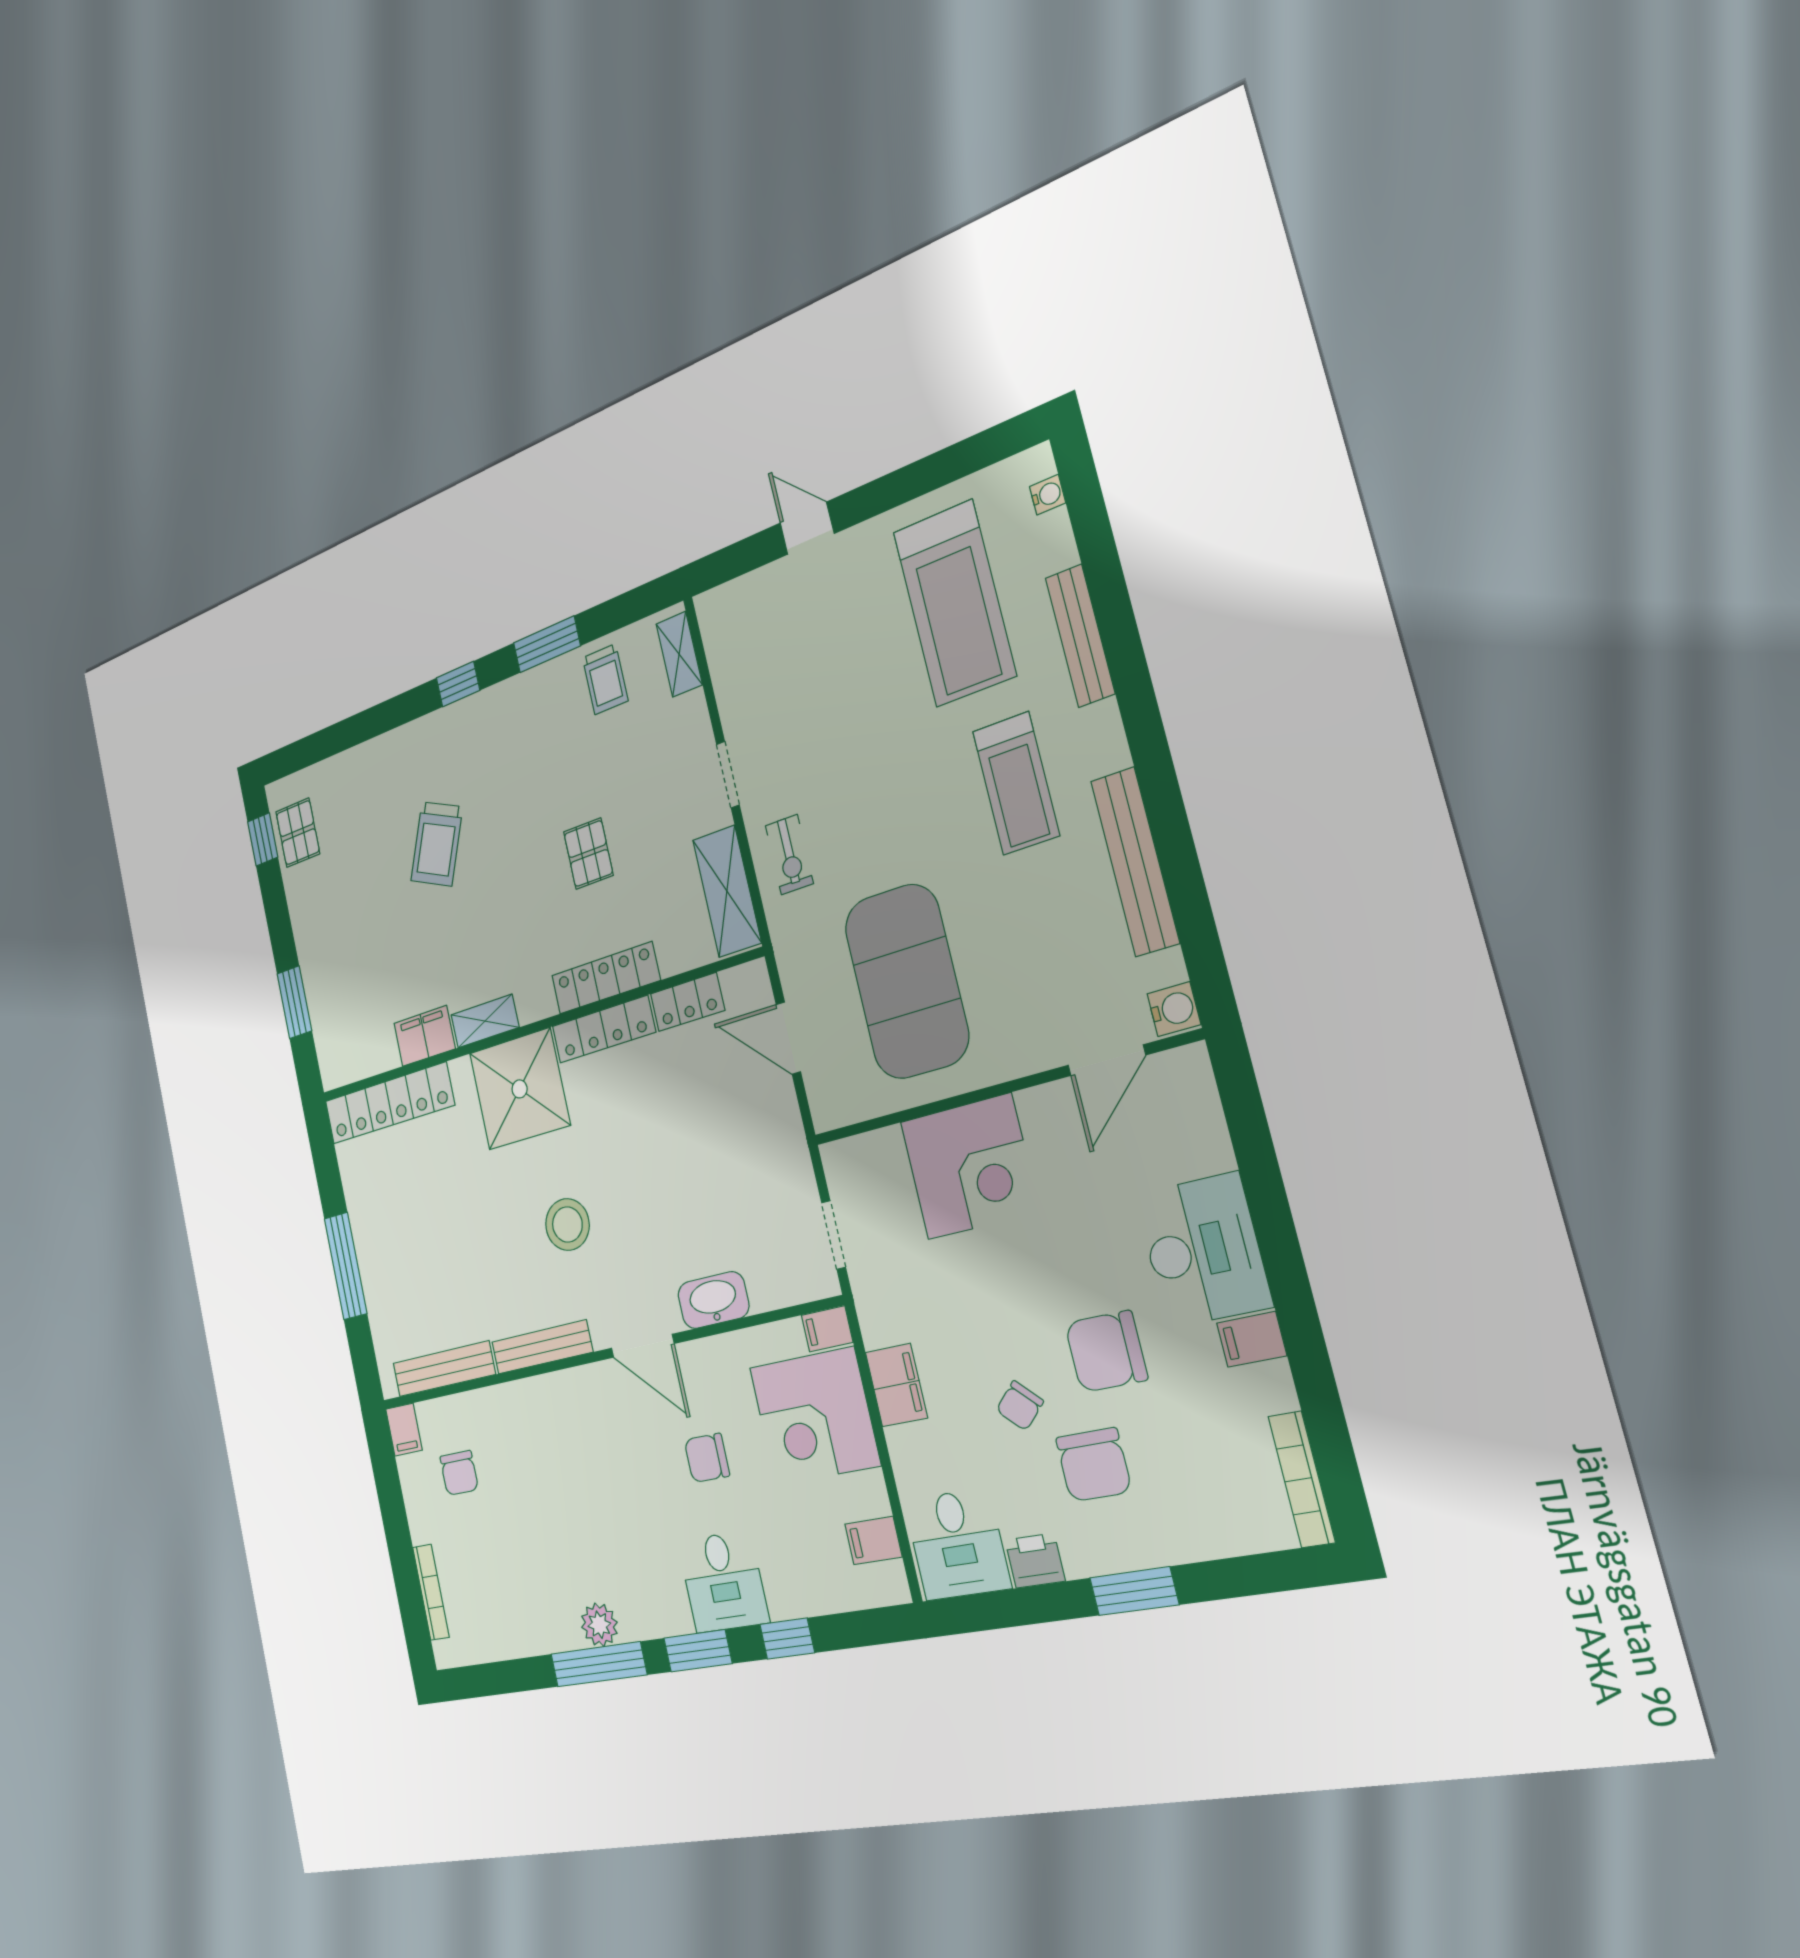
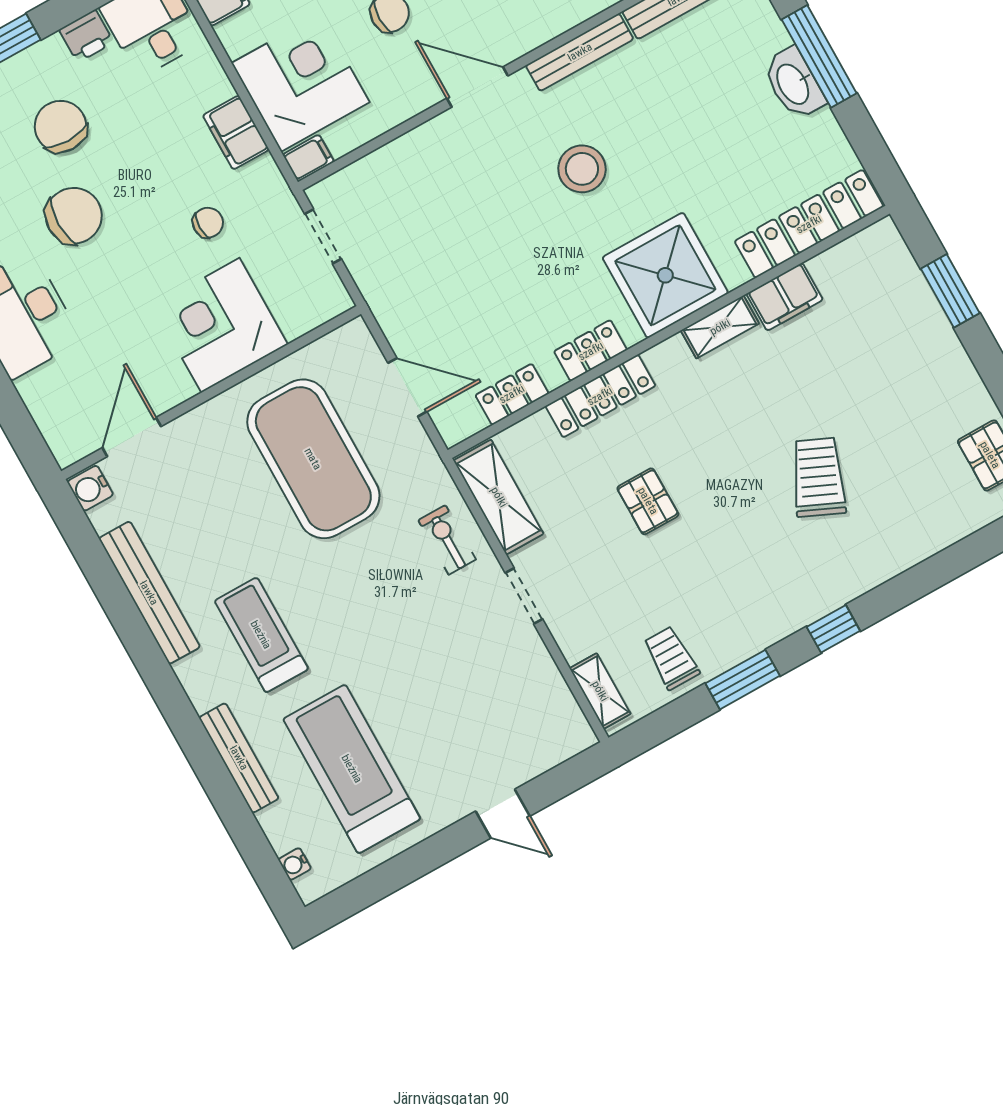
locker: (604, 1029) -> (591, 351), width x0.66
washbasin: (713, 1300) -> (794, 84), moved, turned 90
chair: (1020, 1406) -> (208, 223), moved, turned 45

